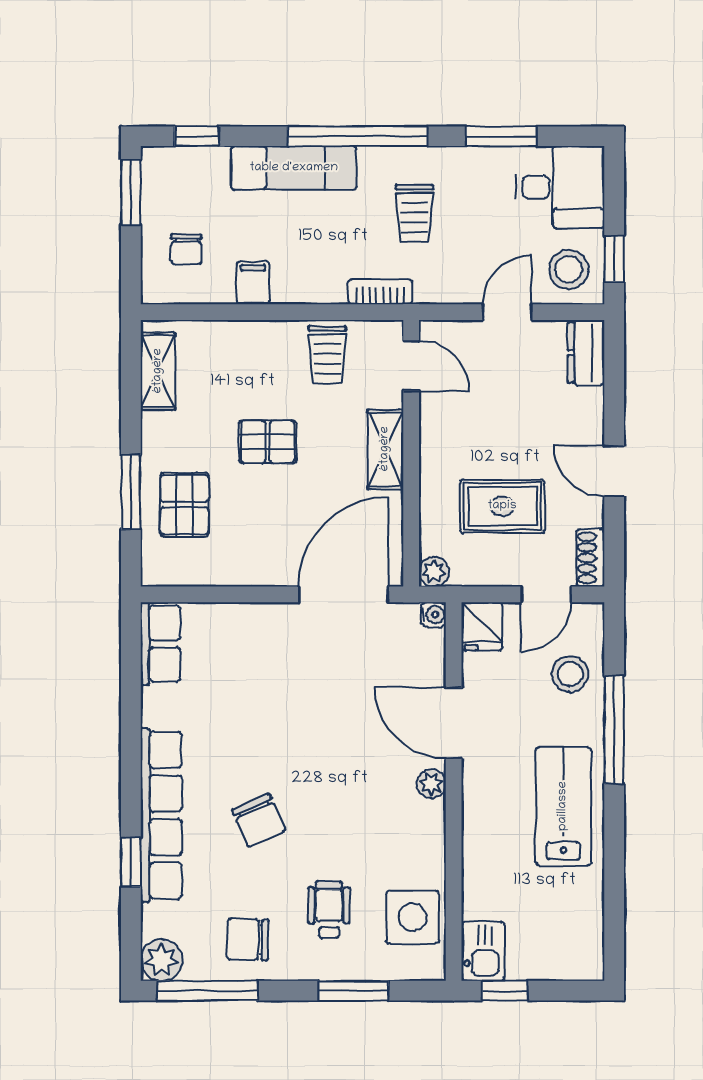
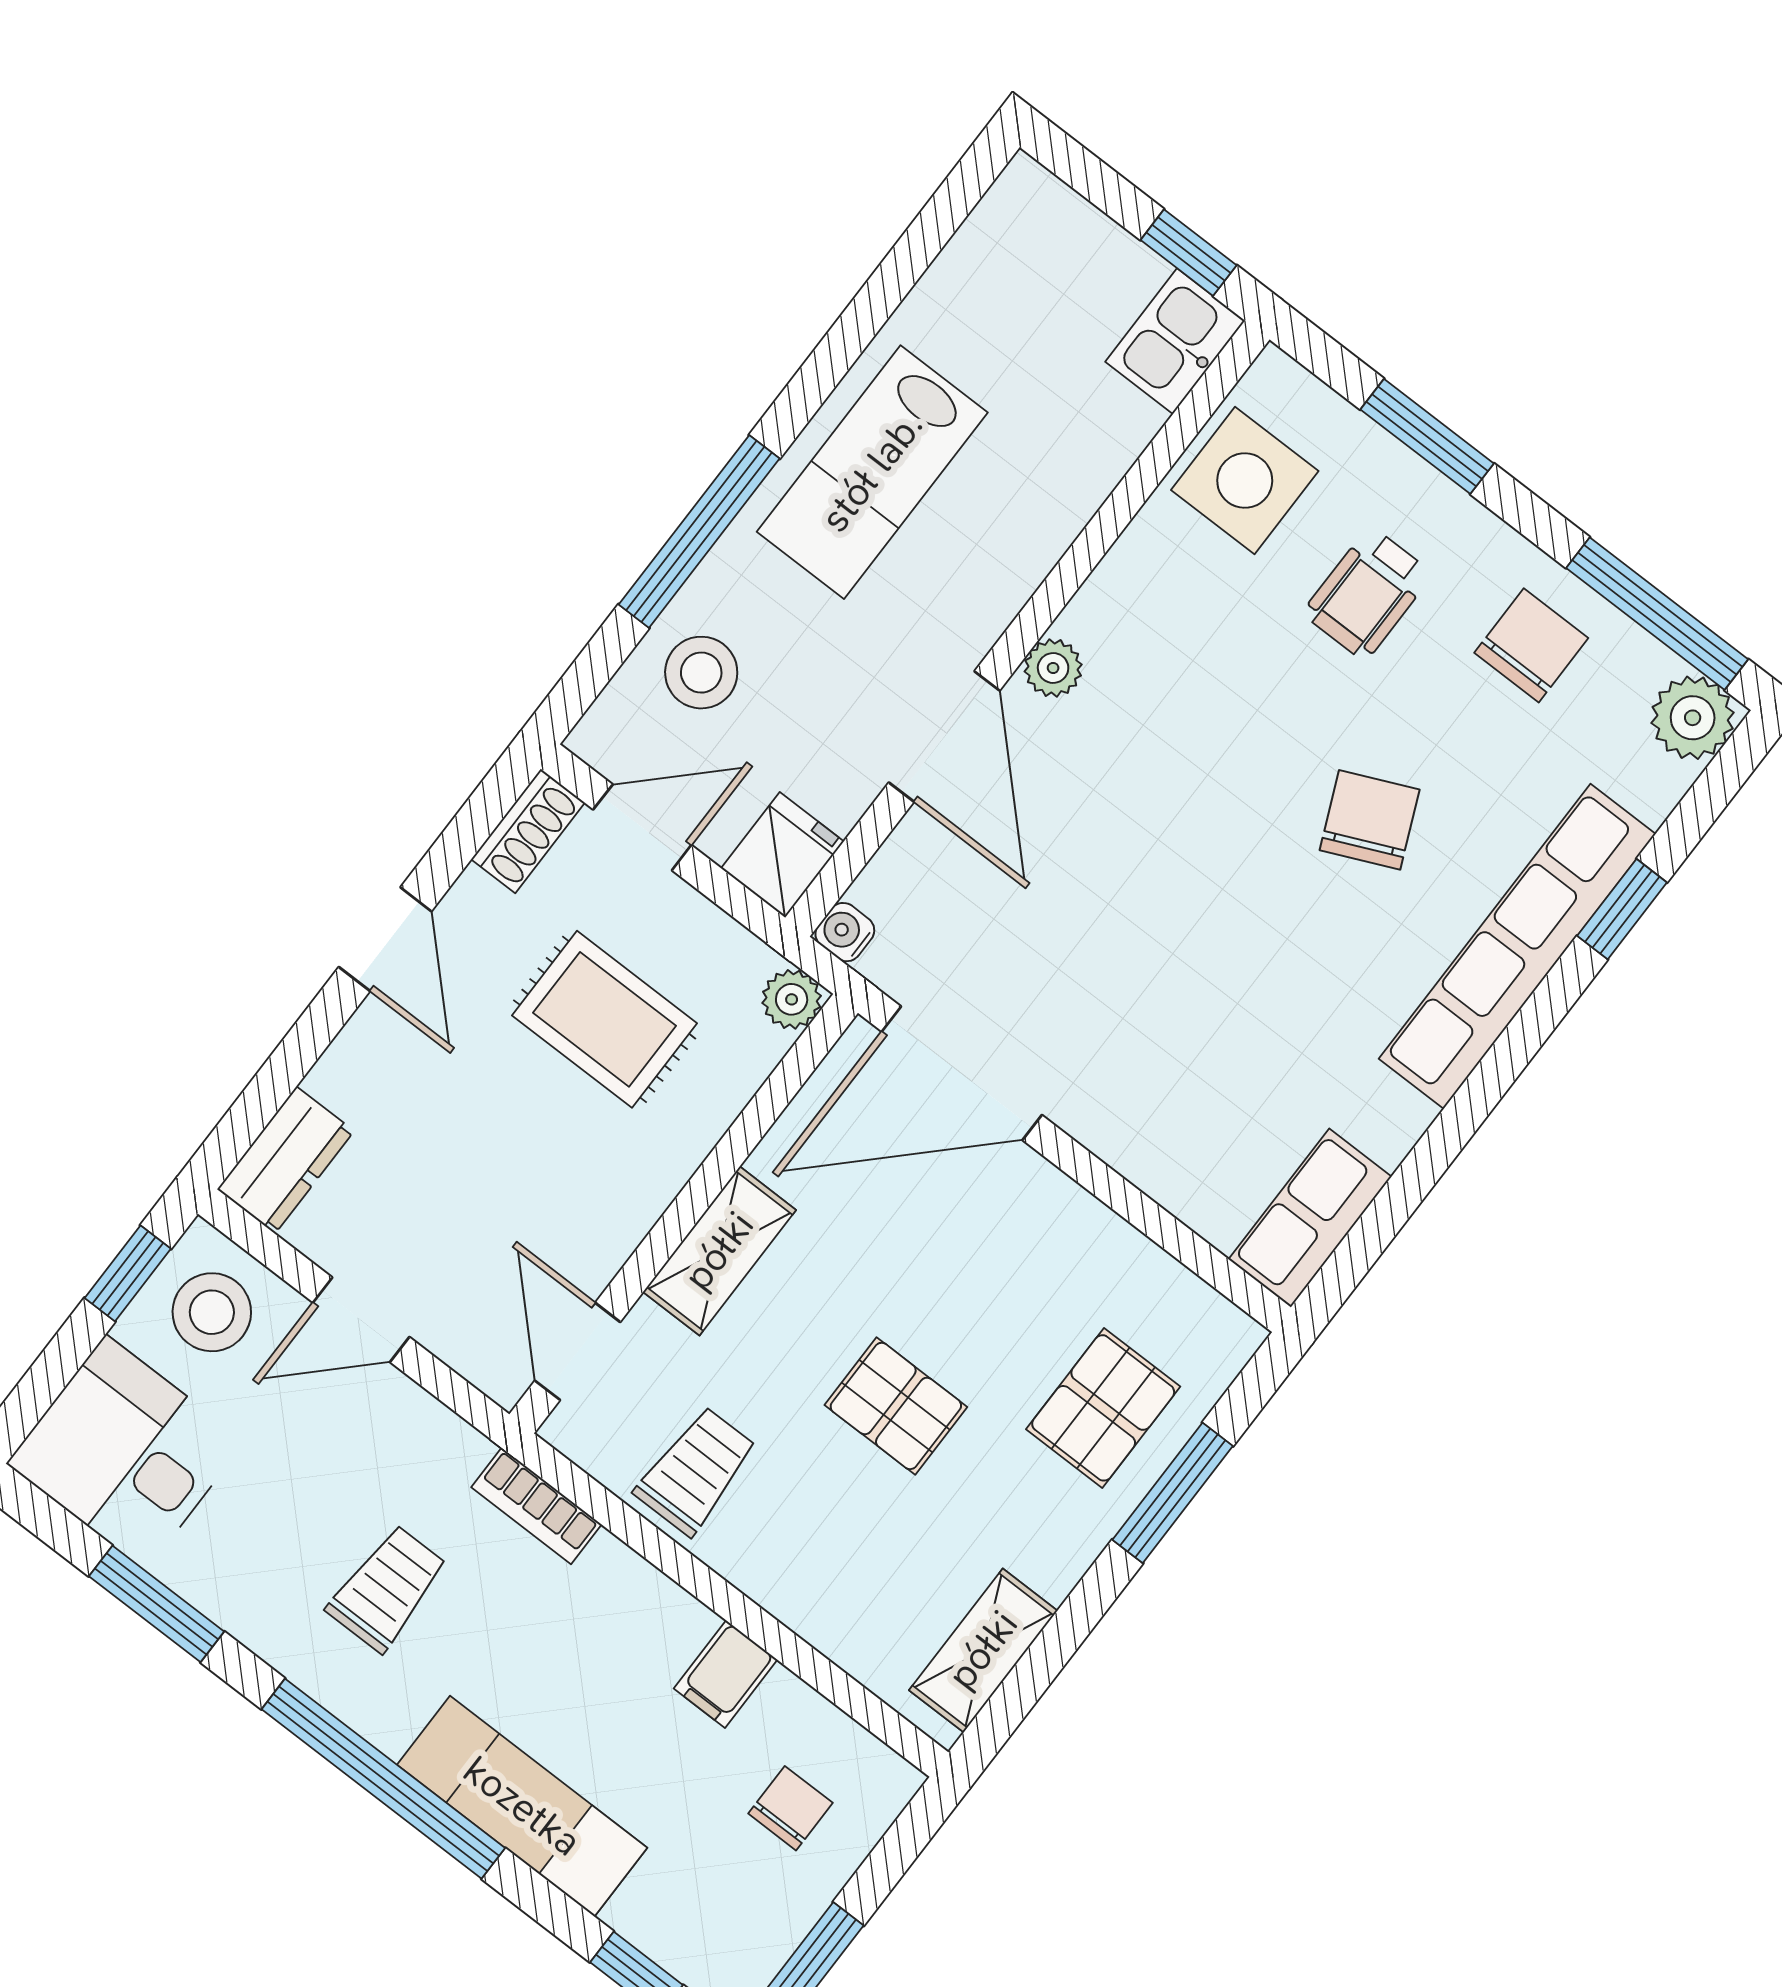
chair: (248, 939) -> (1531, 645), turned -92

